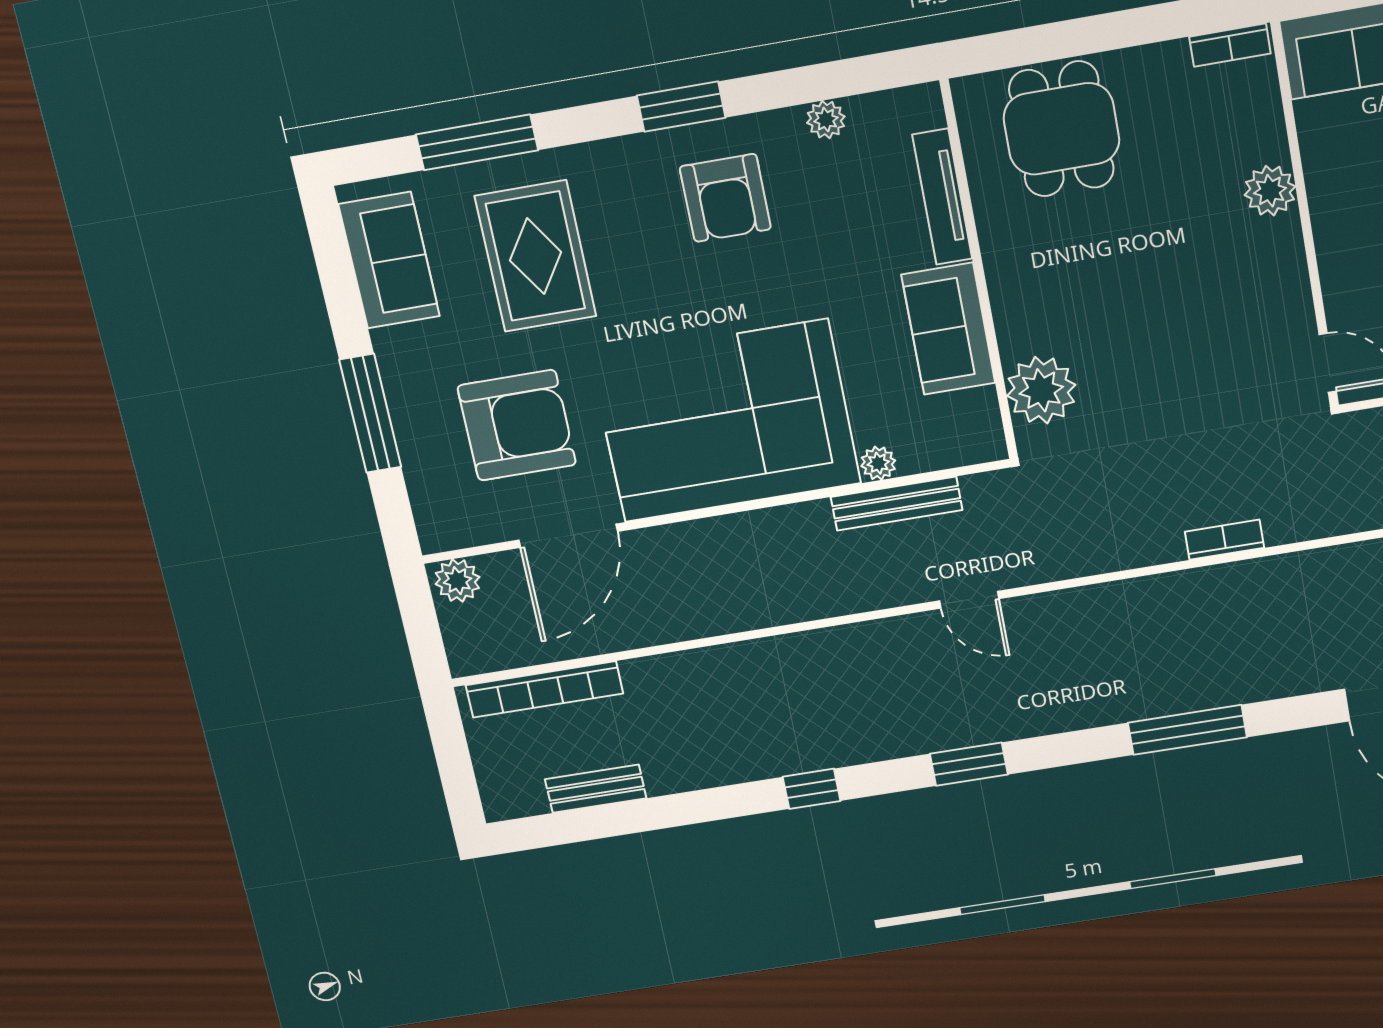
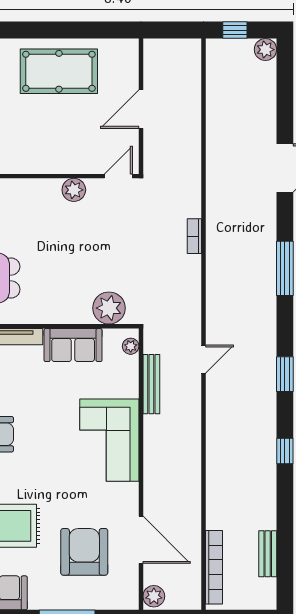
plant: (1270, 191) -> (74, 190), moved
corner sofa: (726, 421) -> (109, 440), width x0.73, depth x0.74
plant: (878, 463) -> (131, 346), moved

